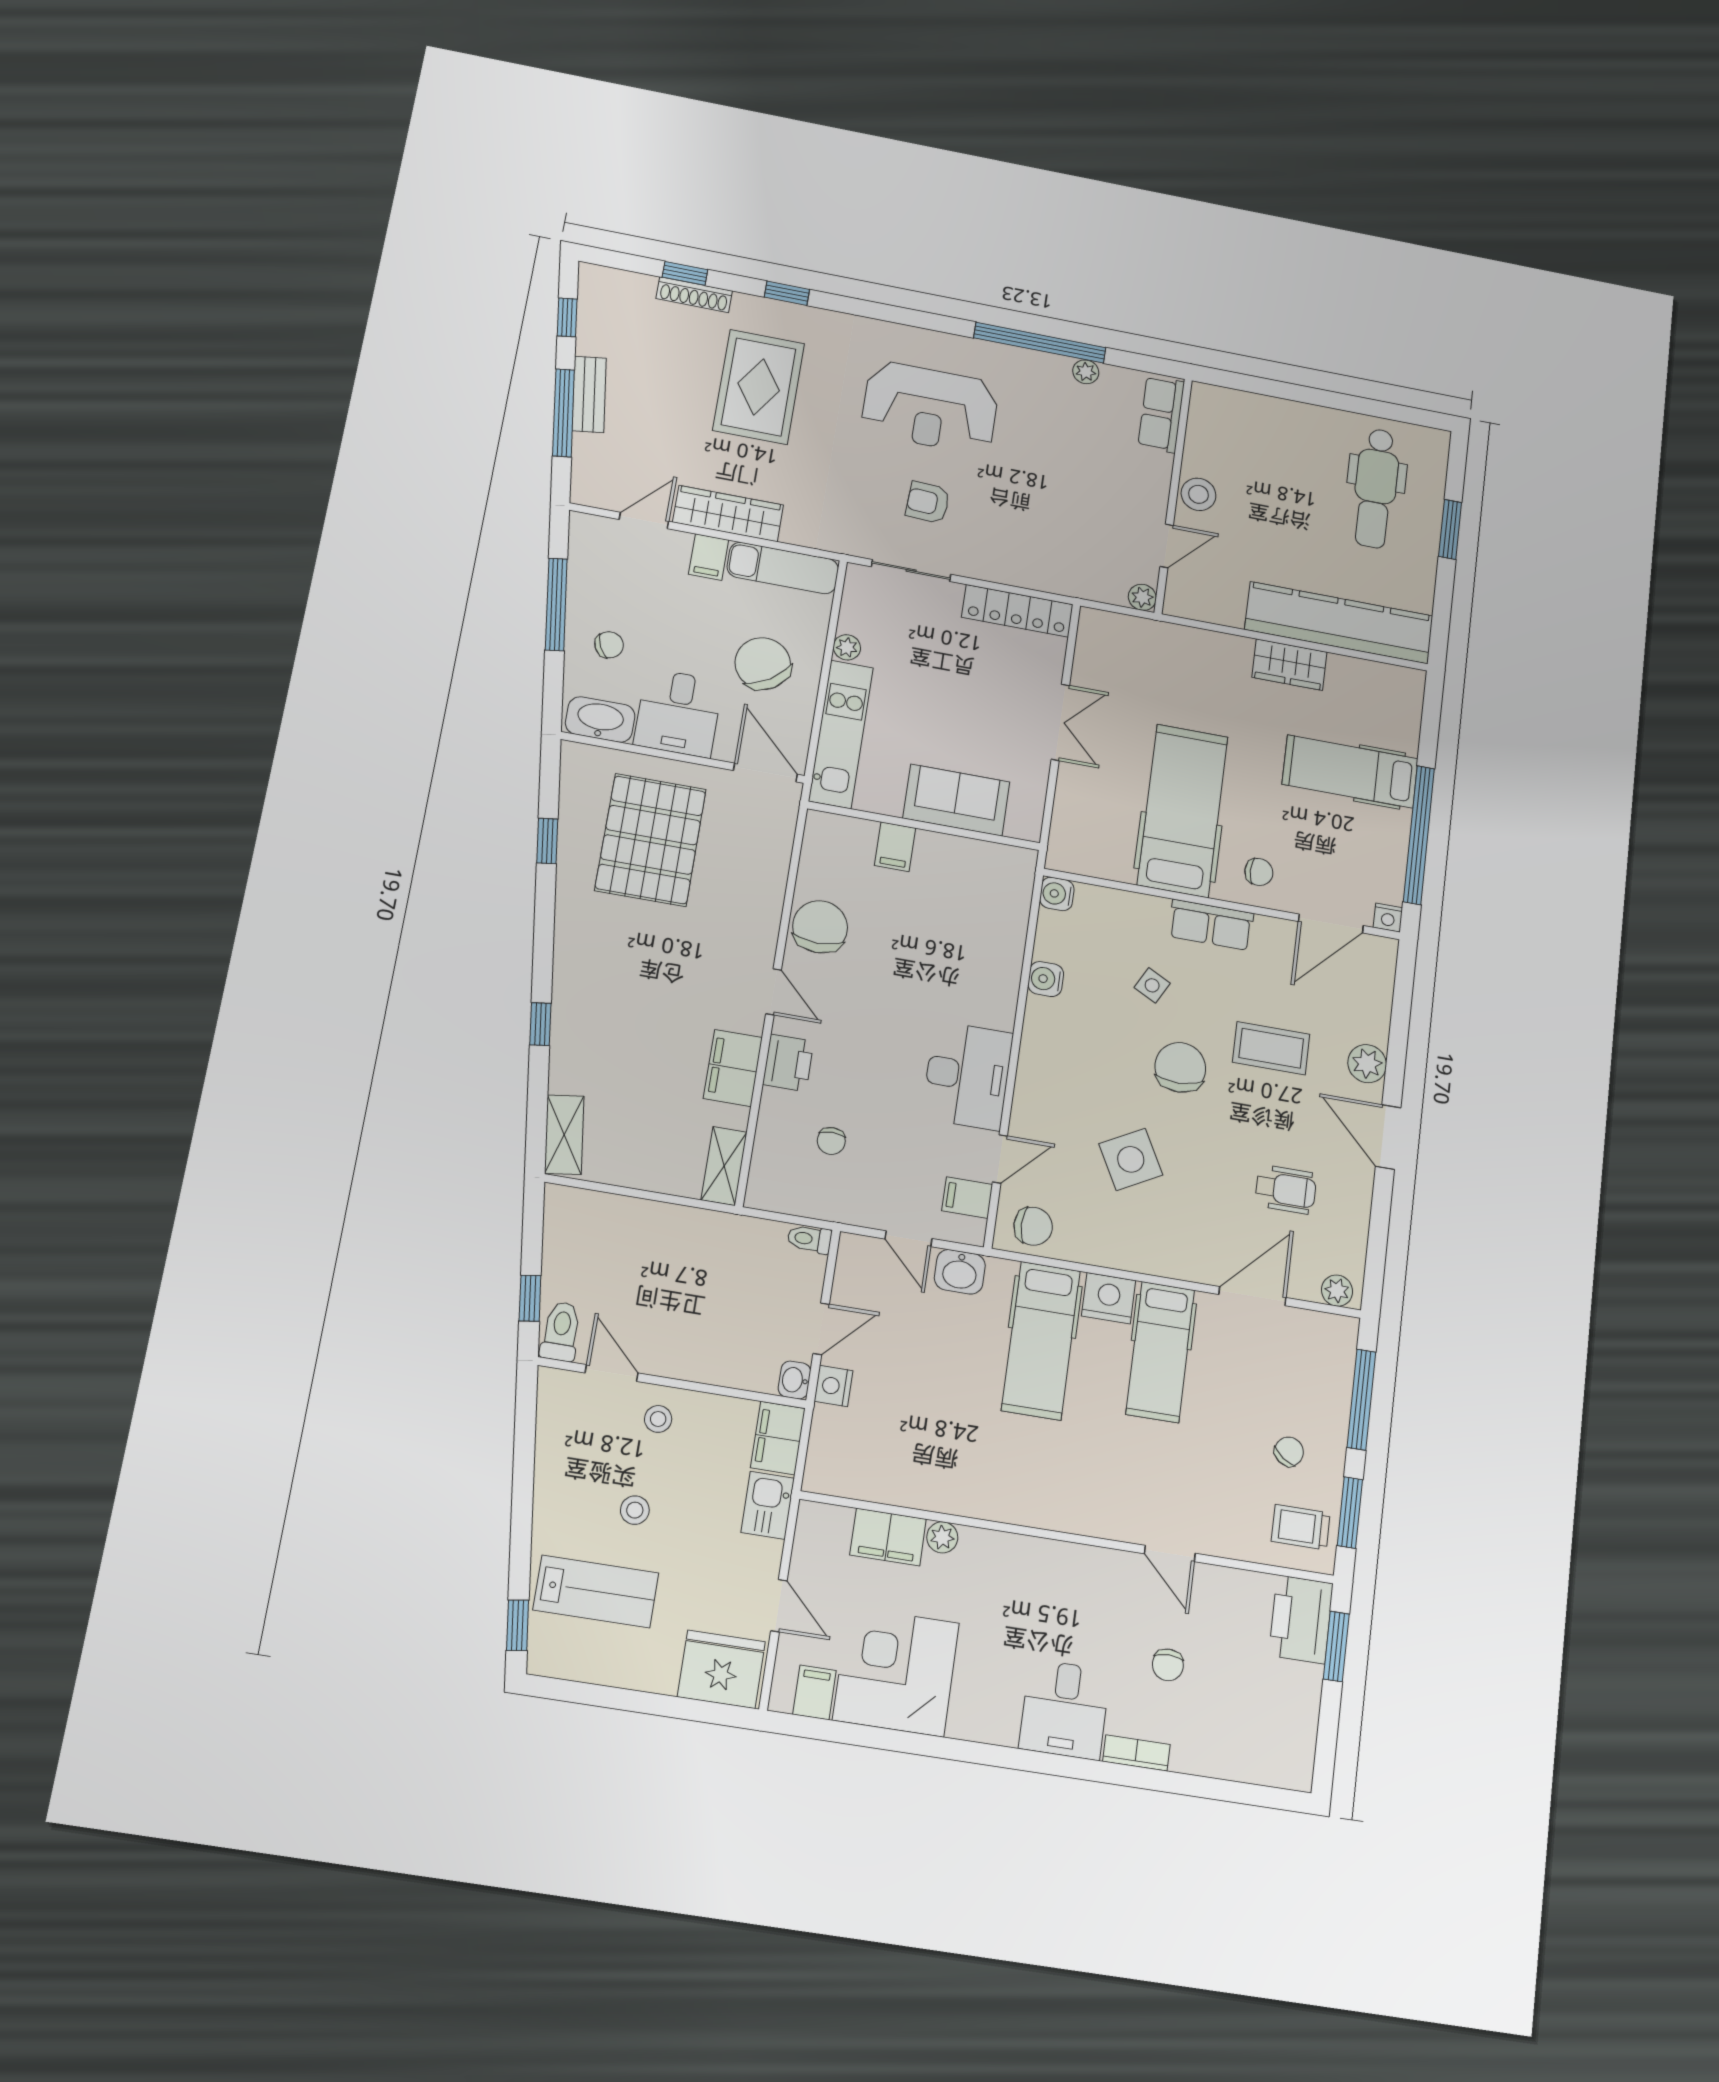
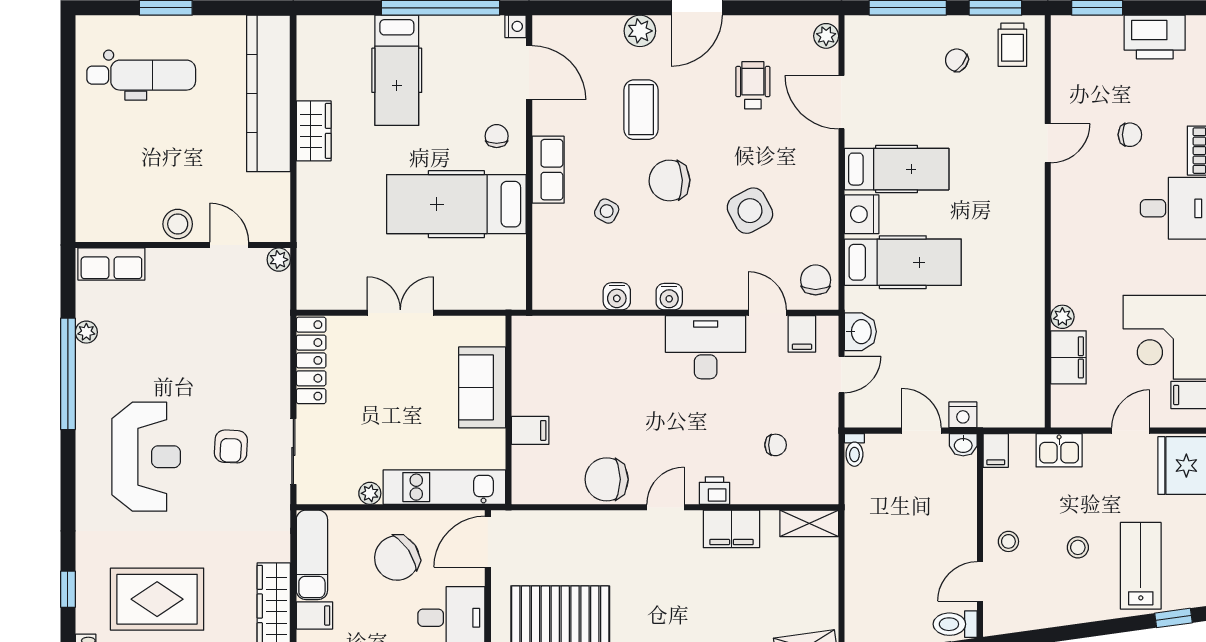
water cooler: (1057, 894) -> (669, 297), moved
printer: (788, 1063) -> (714, 491), width x0.73, depth x0.81
filing cabinet: (778, 1438) -> (996, 450), width x0.50
printer: (1301, 1619) -> (1155, 37), moved

